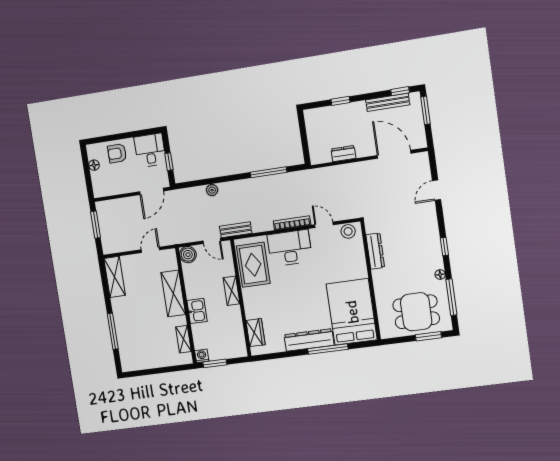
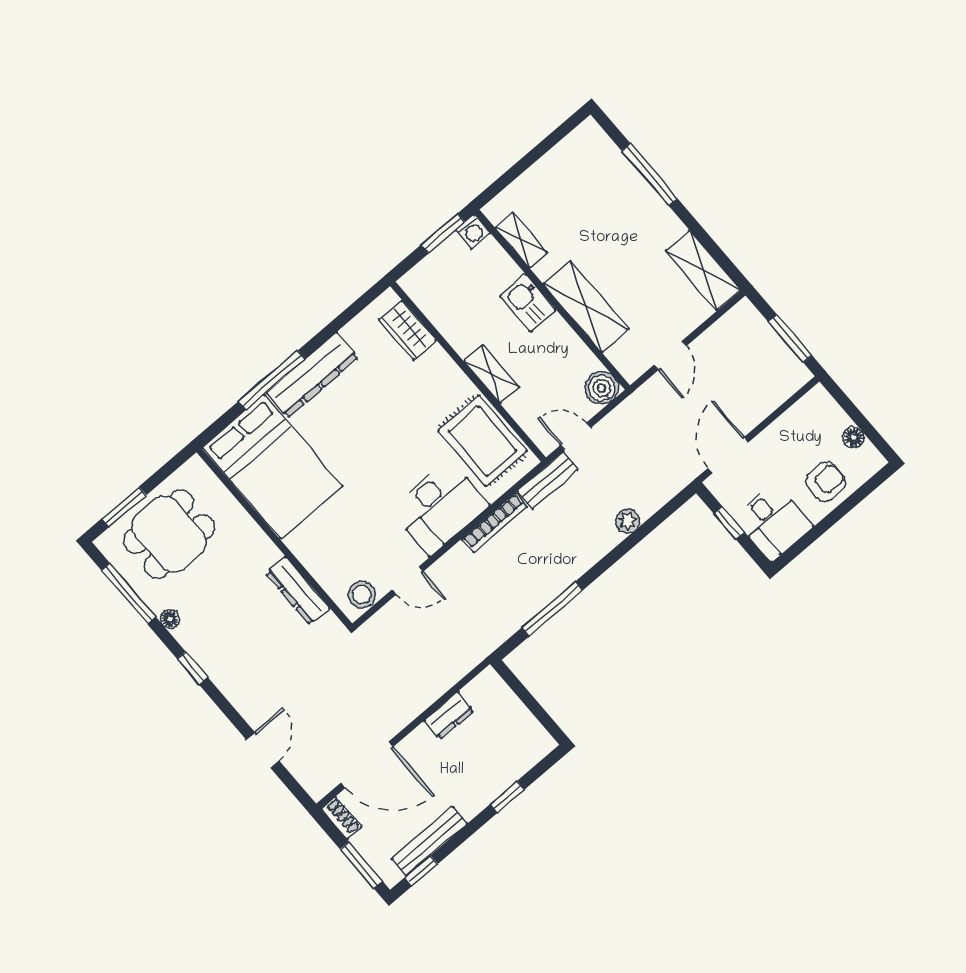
shoe rack: (421, 138) -> (341, 818), added
bookcase: (292, 223) -> (494, 523), moved

